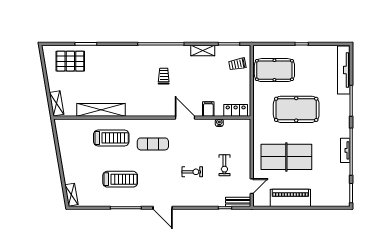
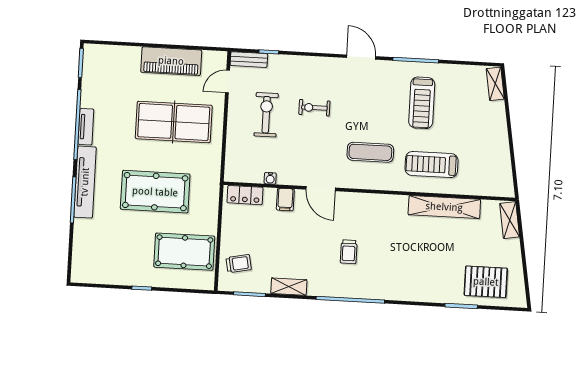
tv unit: (344, 70) -> (85, 182), moved
exercise bike: (224, 165) -> (266, 115), width x1.38, depth x1.39
treadmill: (120, 179) -> (422, 103), turned -90

